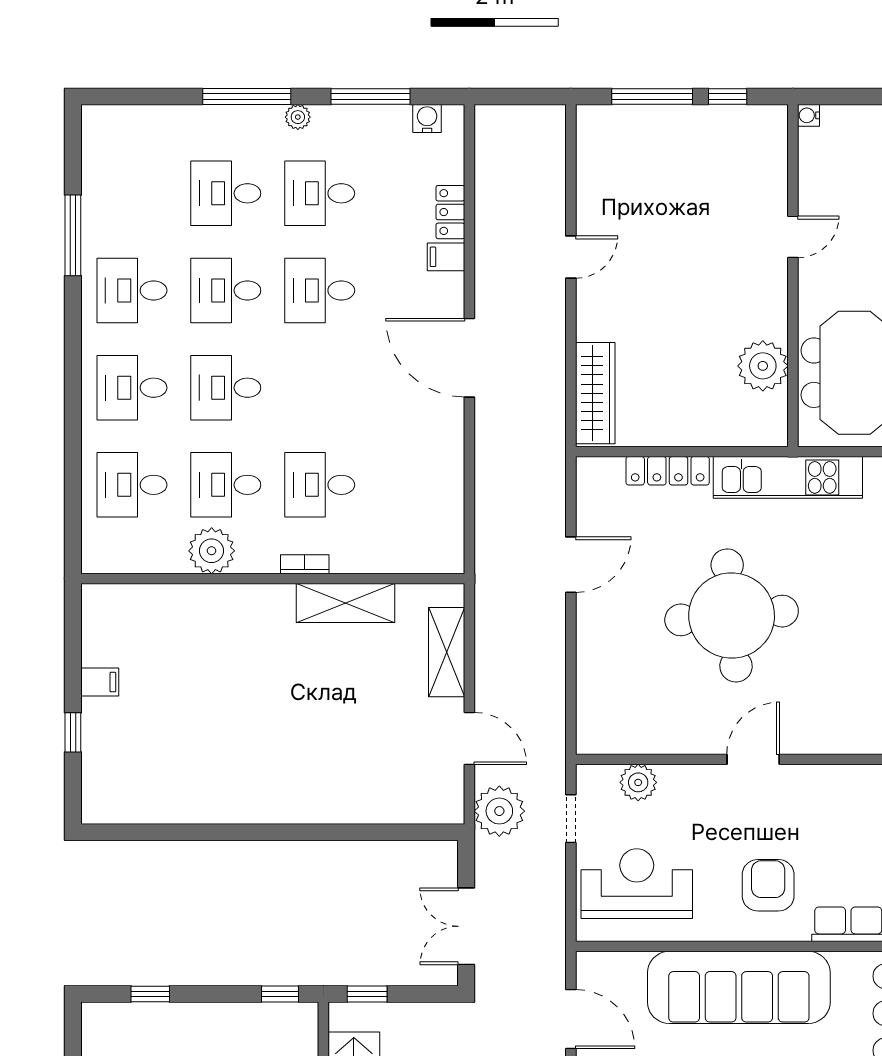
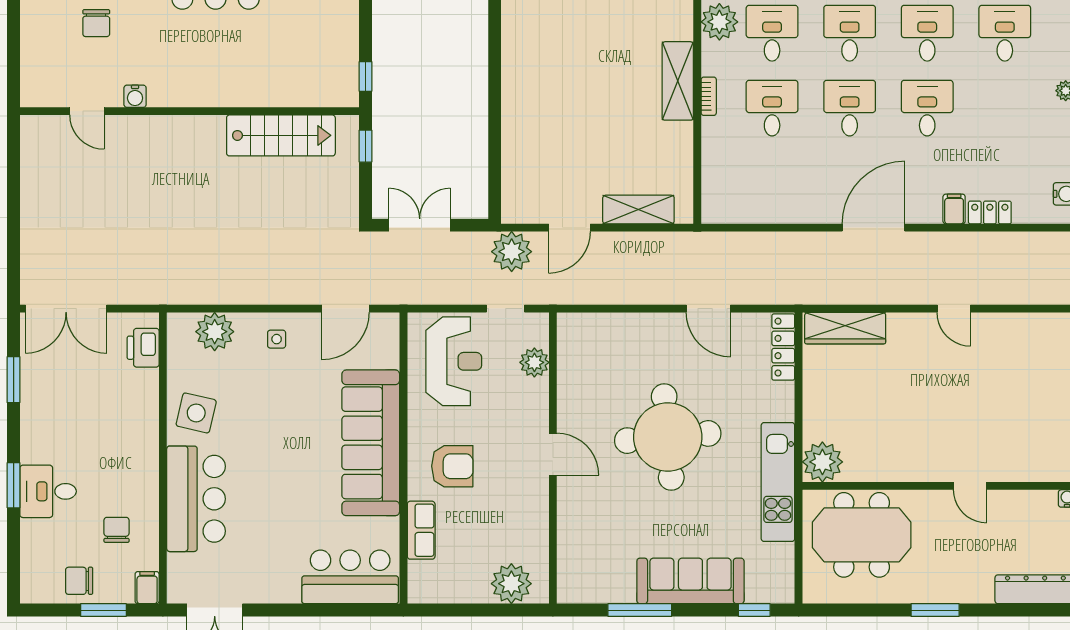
desk: (320, 193) -> (850, 108), moved
plant: (763, 366) -> (822, 462), moved
locker: (668, 471) -> (783, 347), moved
shelving: (345, 603) -> (678, 81), moved

